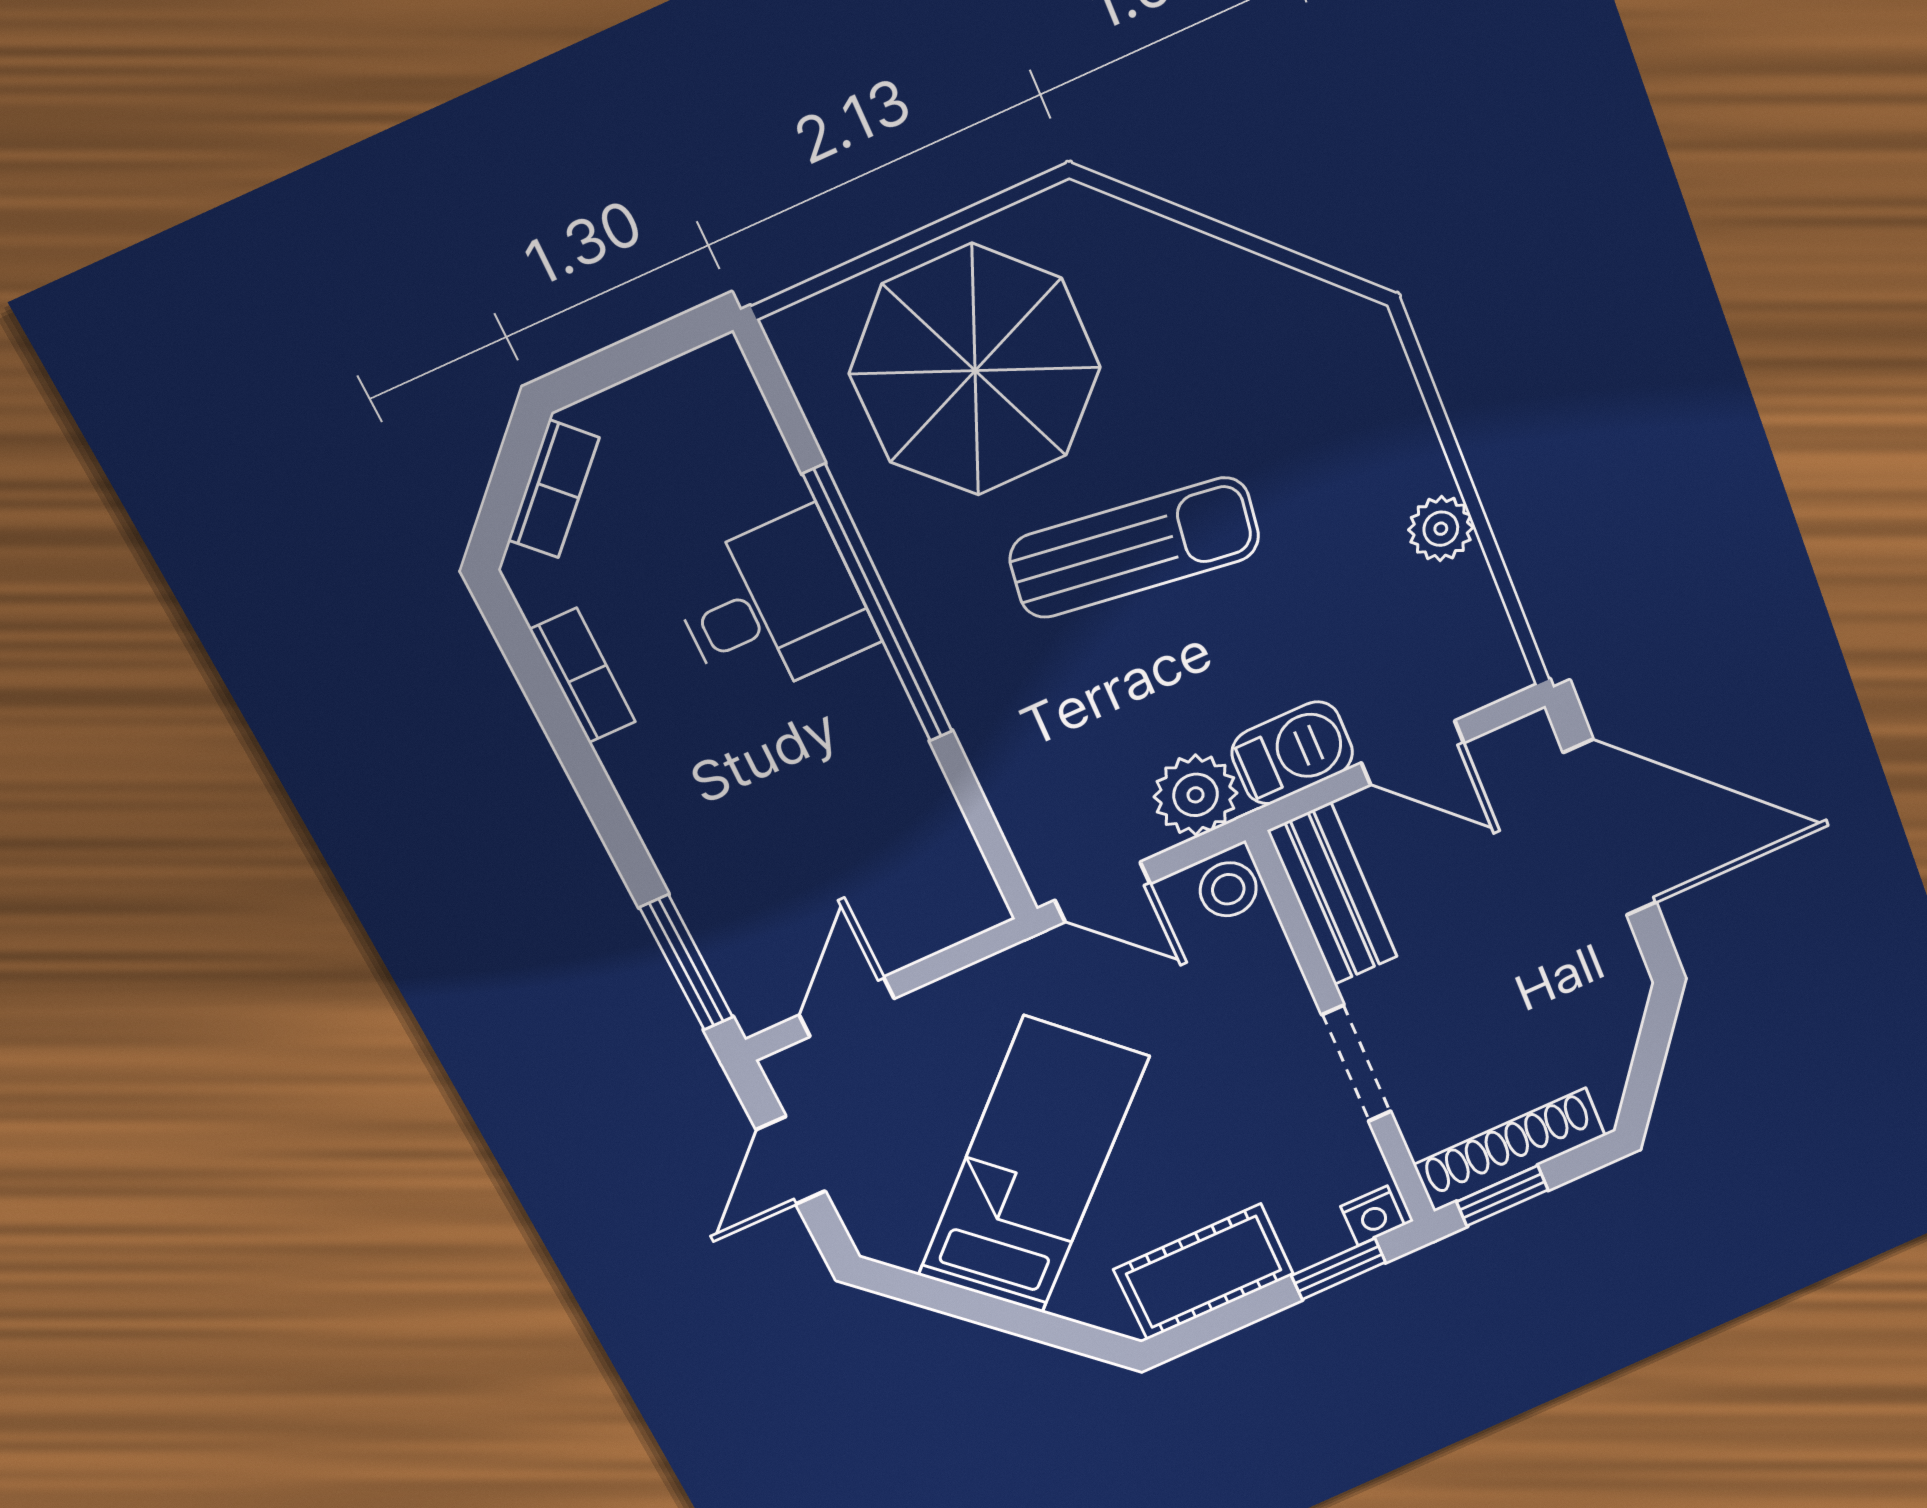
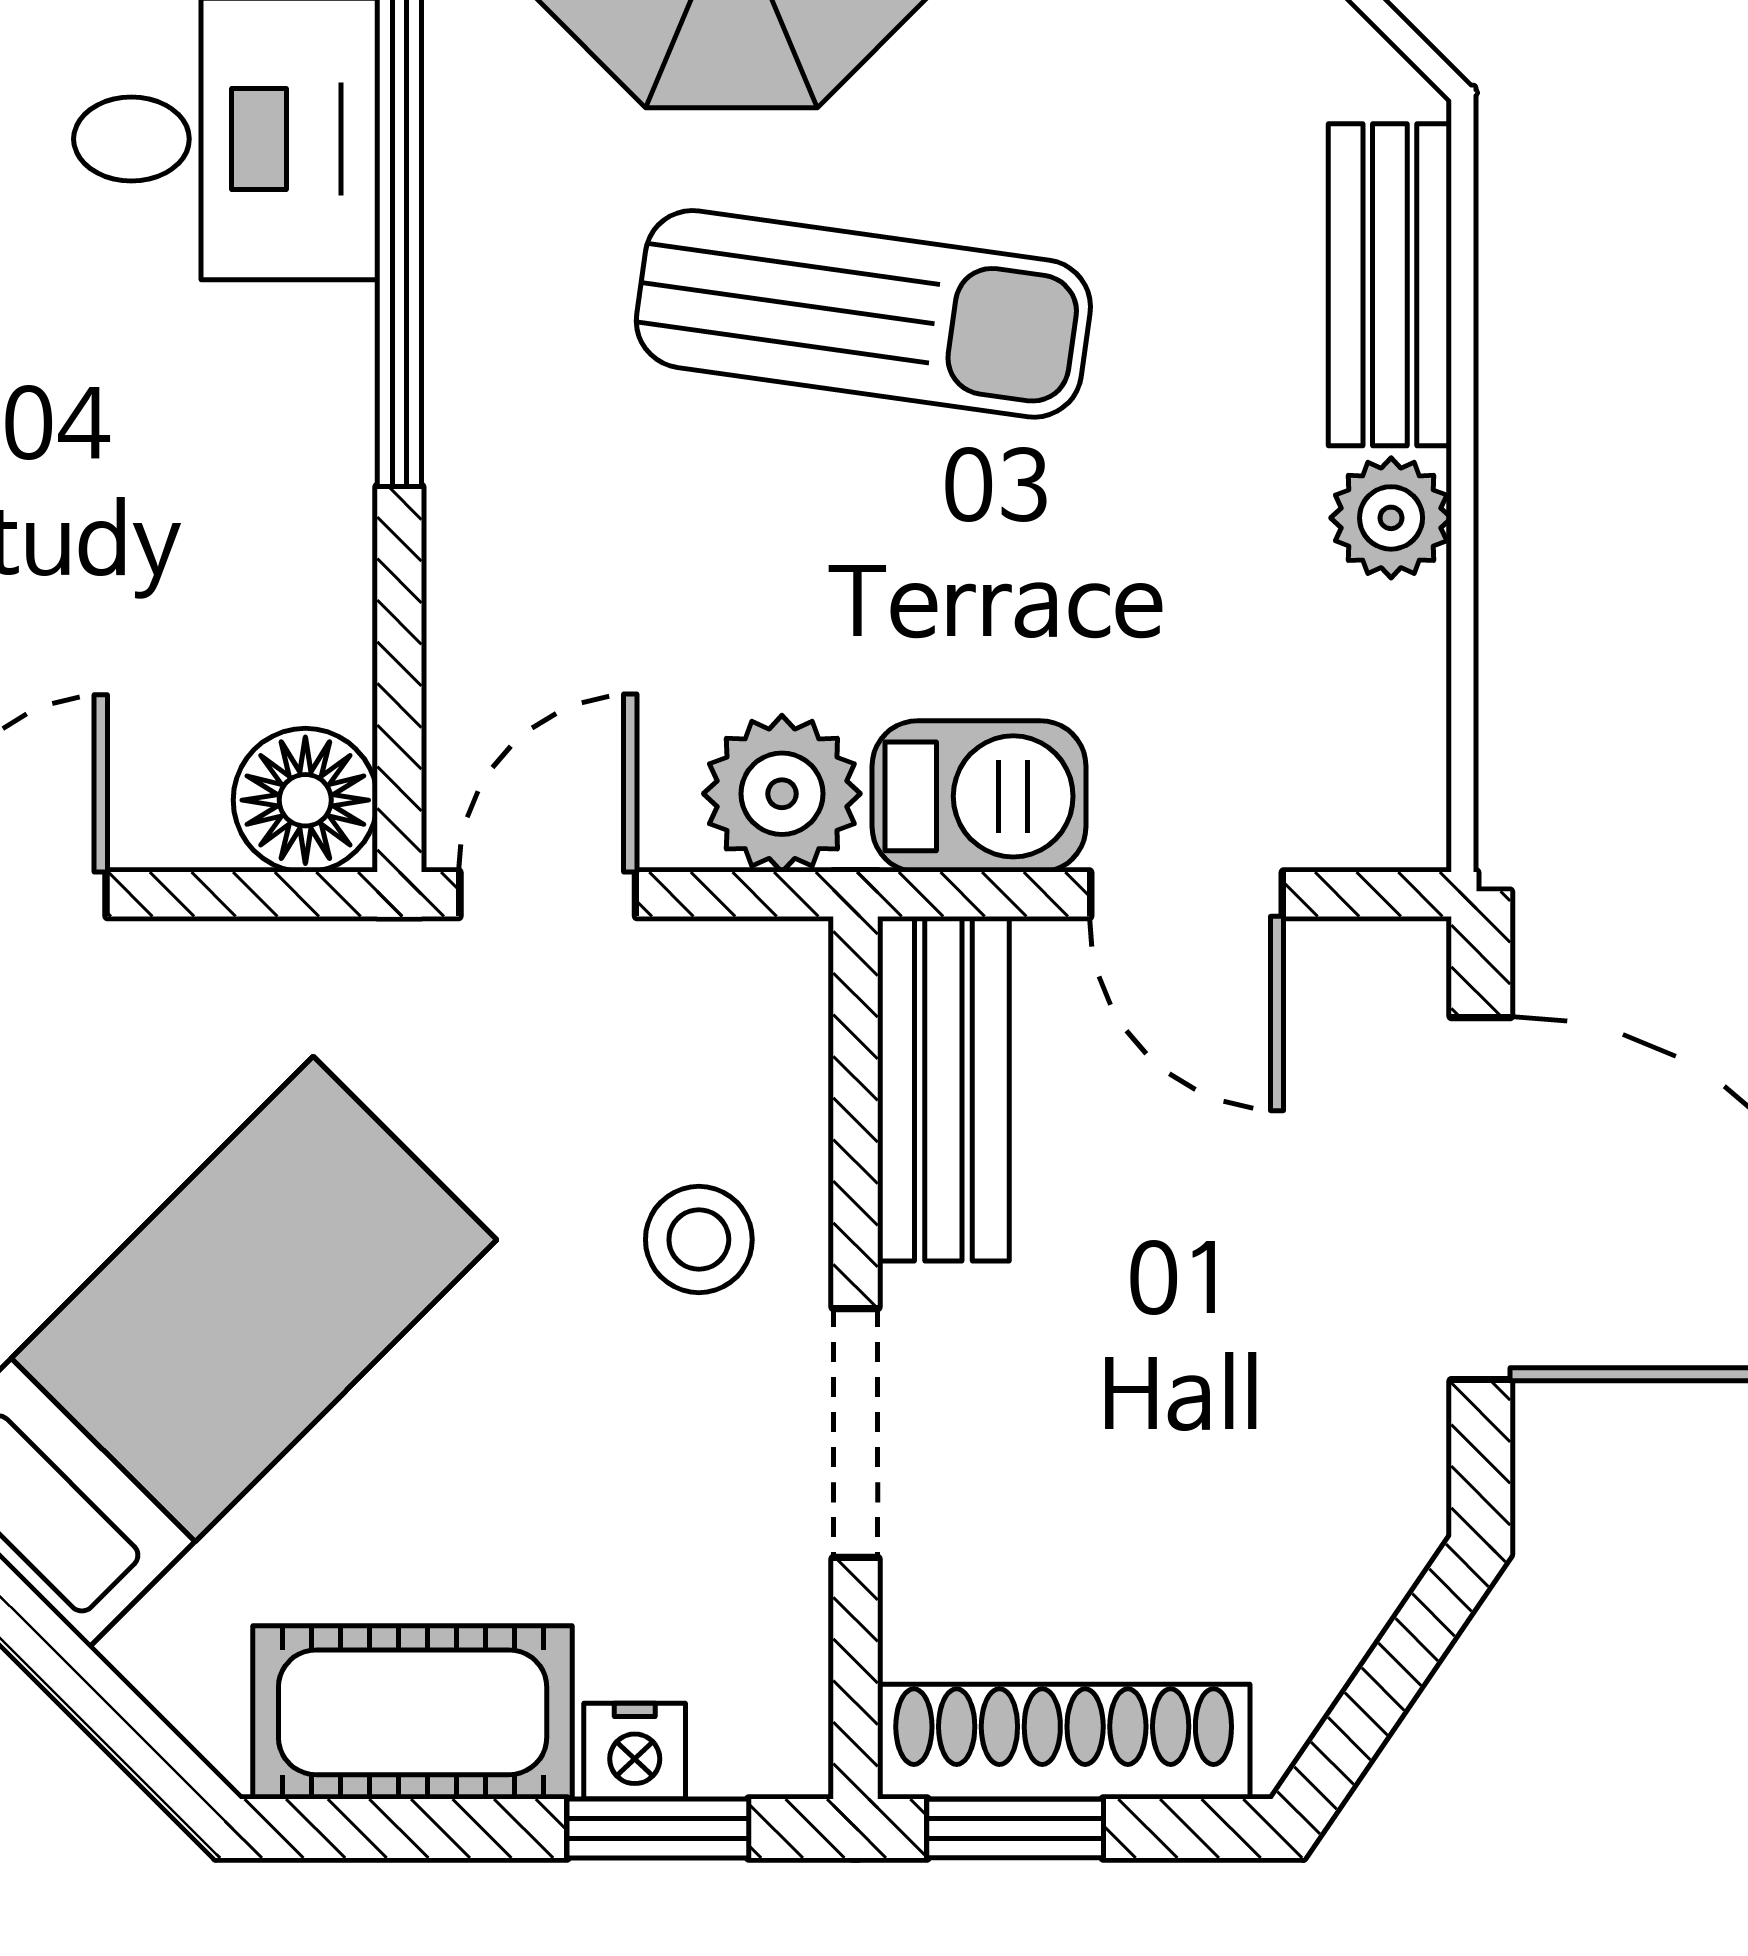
bench: (1394, 413) -> (1390, 285), added
stool: (1228, 889) -> (699, 1240), moved
door: (1103, 892) -> (548, 894), swing flipped
floor lamp: (965, 902) -> (305, 800), added
nightstand: (1373, 1216) -> (635, 1751), moved

